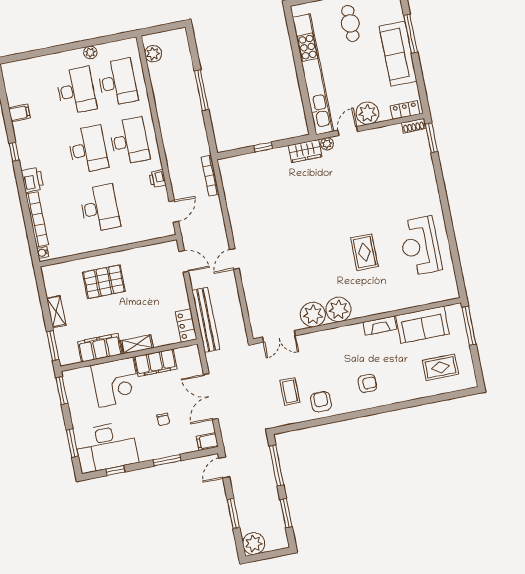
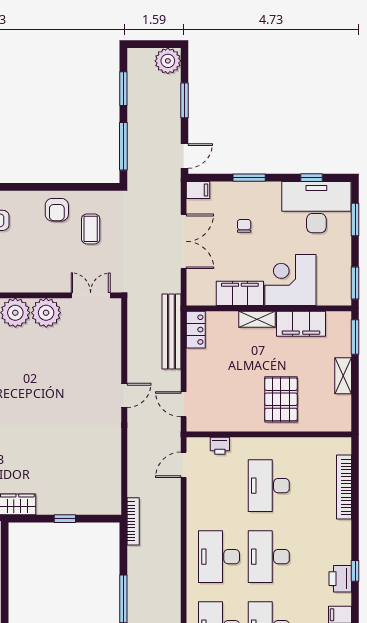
bookcase: (210, 176) -> (133, 521), moved
printer: (157, 179) -> (220, 446), moved, turned 90
printer: (32, 180) -> (340, 579), moved
water cooler: (43, 253) -> (345, 447), removed
pallet: (104, 282) -> (281, 399), turned 90

